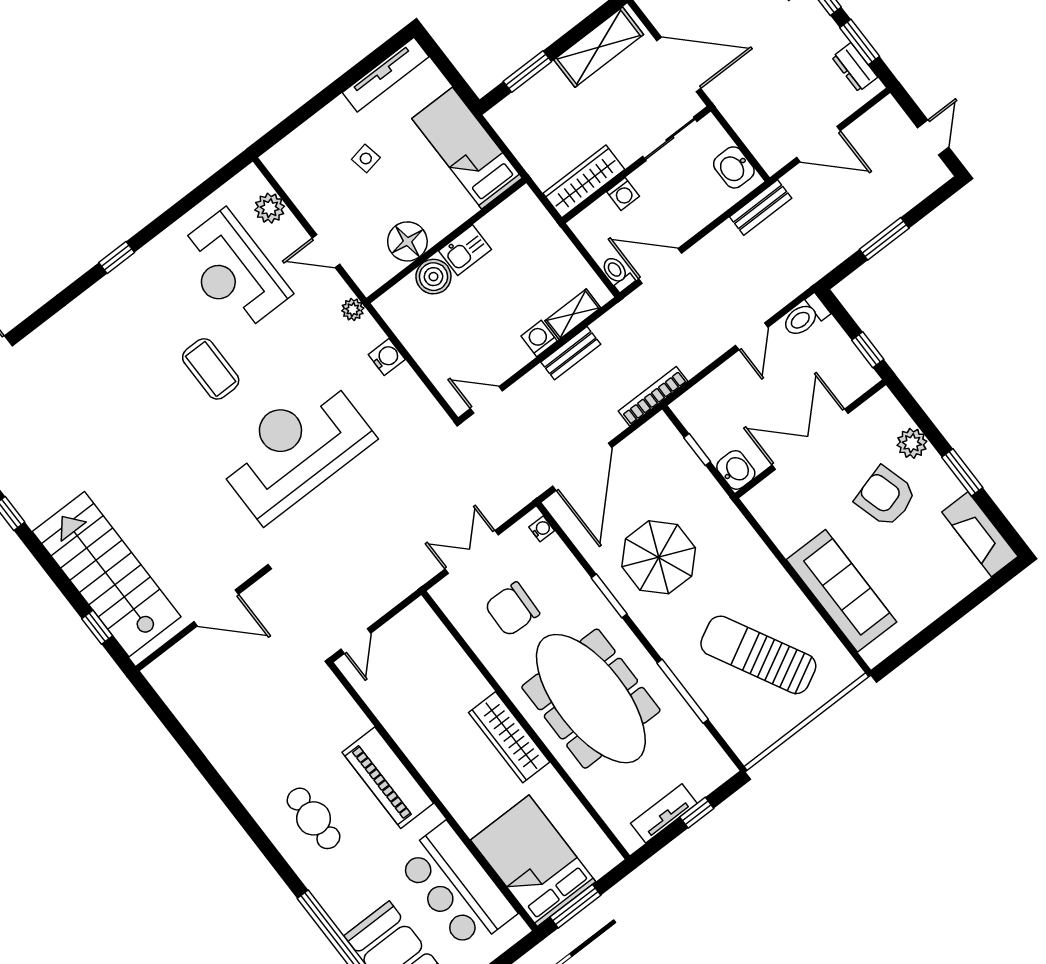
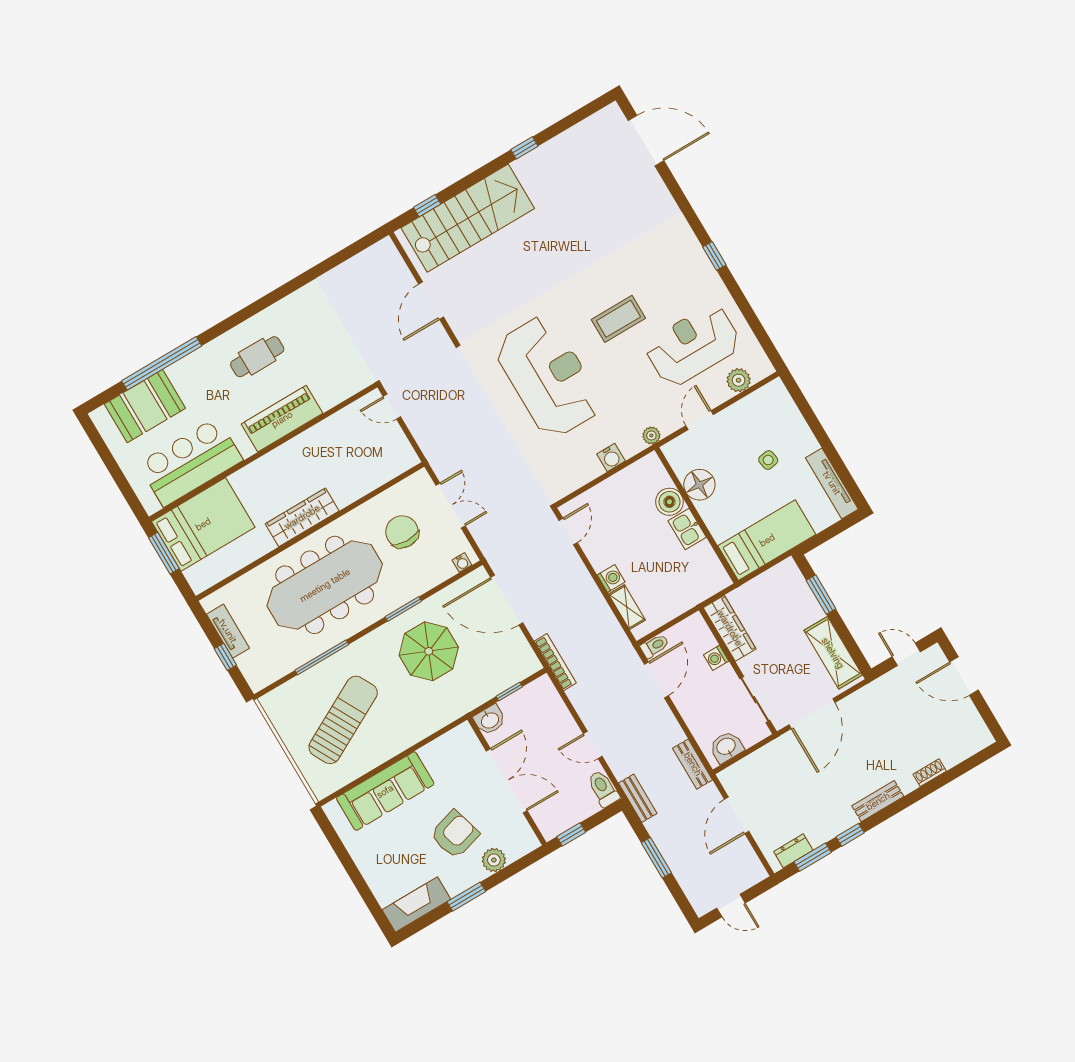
bench: (571, 353) -> (638, 798), moved

